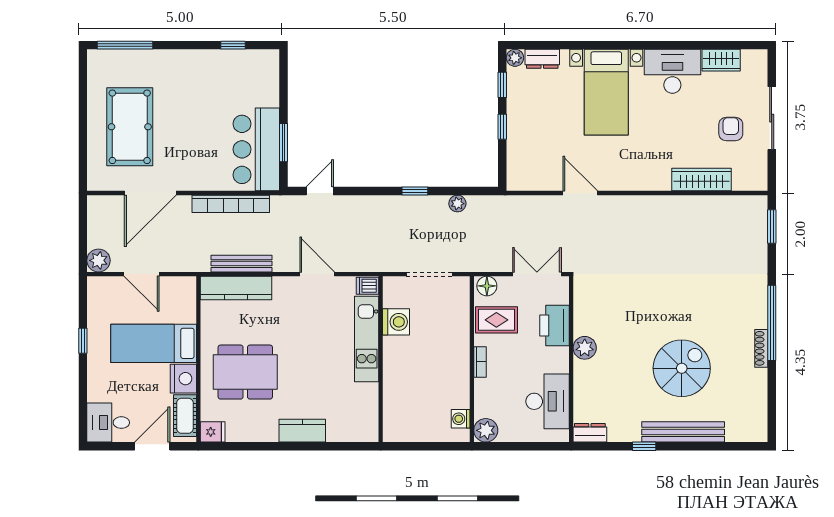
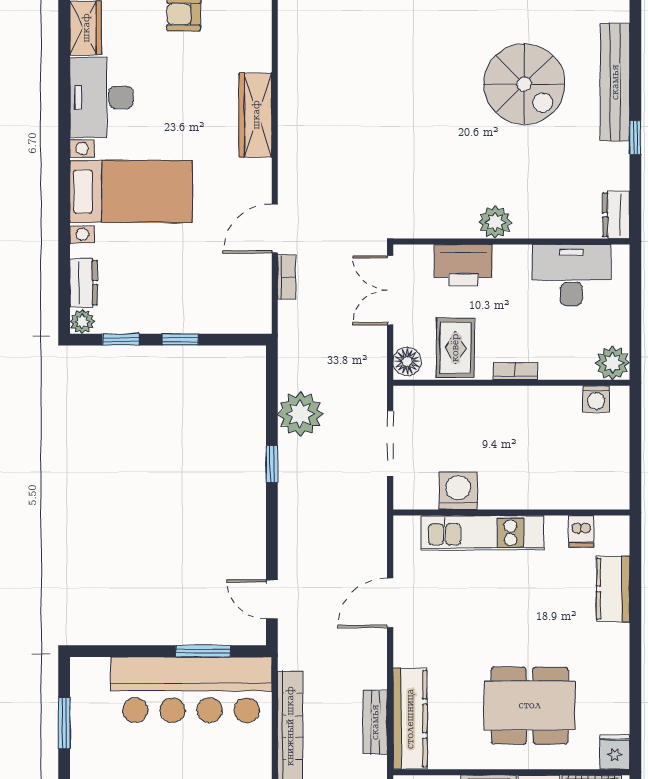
window: (233, 45) -> (64, 723), width x1.50
bar counter: (256, 149) -> (191, 690), width x1.36
wardrobe: (702, 180) -> (256, 115), moved
bookcase: (546, 201) -> (287, 277), added
plant: (457, 204) -> (300, 414), width x1.88, depth x1.88
bench: (242, 264) -> (375, 722), width x0.73
dishwasher: (368, 286) -> (581, 531), moved
spiral stairs: (682, 368) -> (524, 84), turned 180
dining table: (245, 372) -> (530, 705), turned 90
kitchen counter: (302, 431) -> (613, 589), moved

